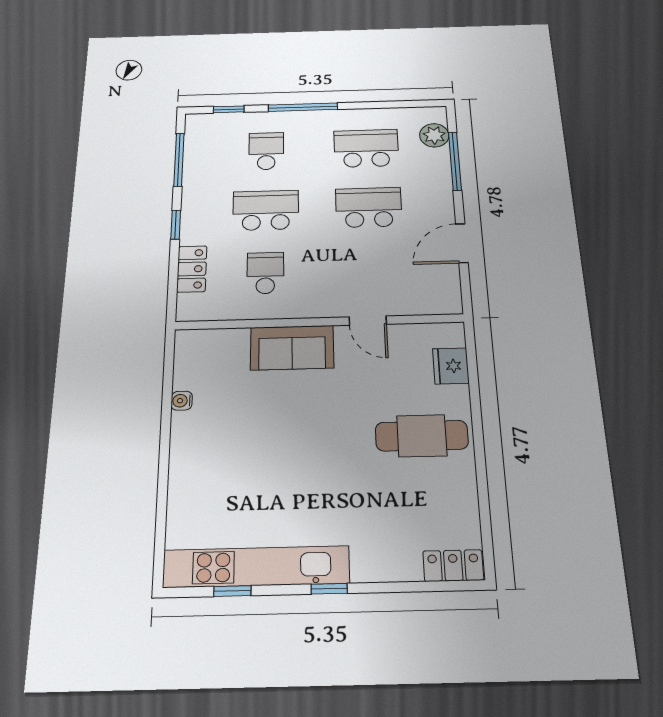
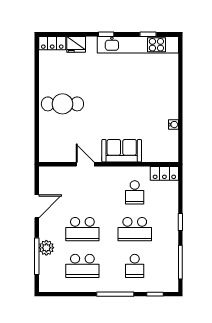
plant: (434, 135) -> (46, 248), moved
locker: (192, 269) -> (164, 173), moved, turned -90
fridge: (451, 366) -> (76, 44), moved, turned 90

